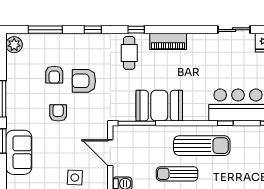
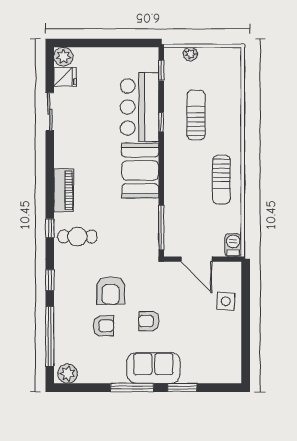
window: (45, 30) -> (50, 337), width x1.46
booth: (159, 106) -> (140, 170), moved
sun lounger: (202, 146) -> (196, 115), moved, width x0.73, depth x0.75
sofa: (19, 152) -> (153, 368), moved
door: (110, 153) -> (196, 259), hinge flipped

